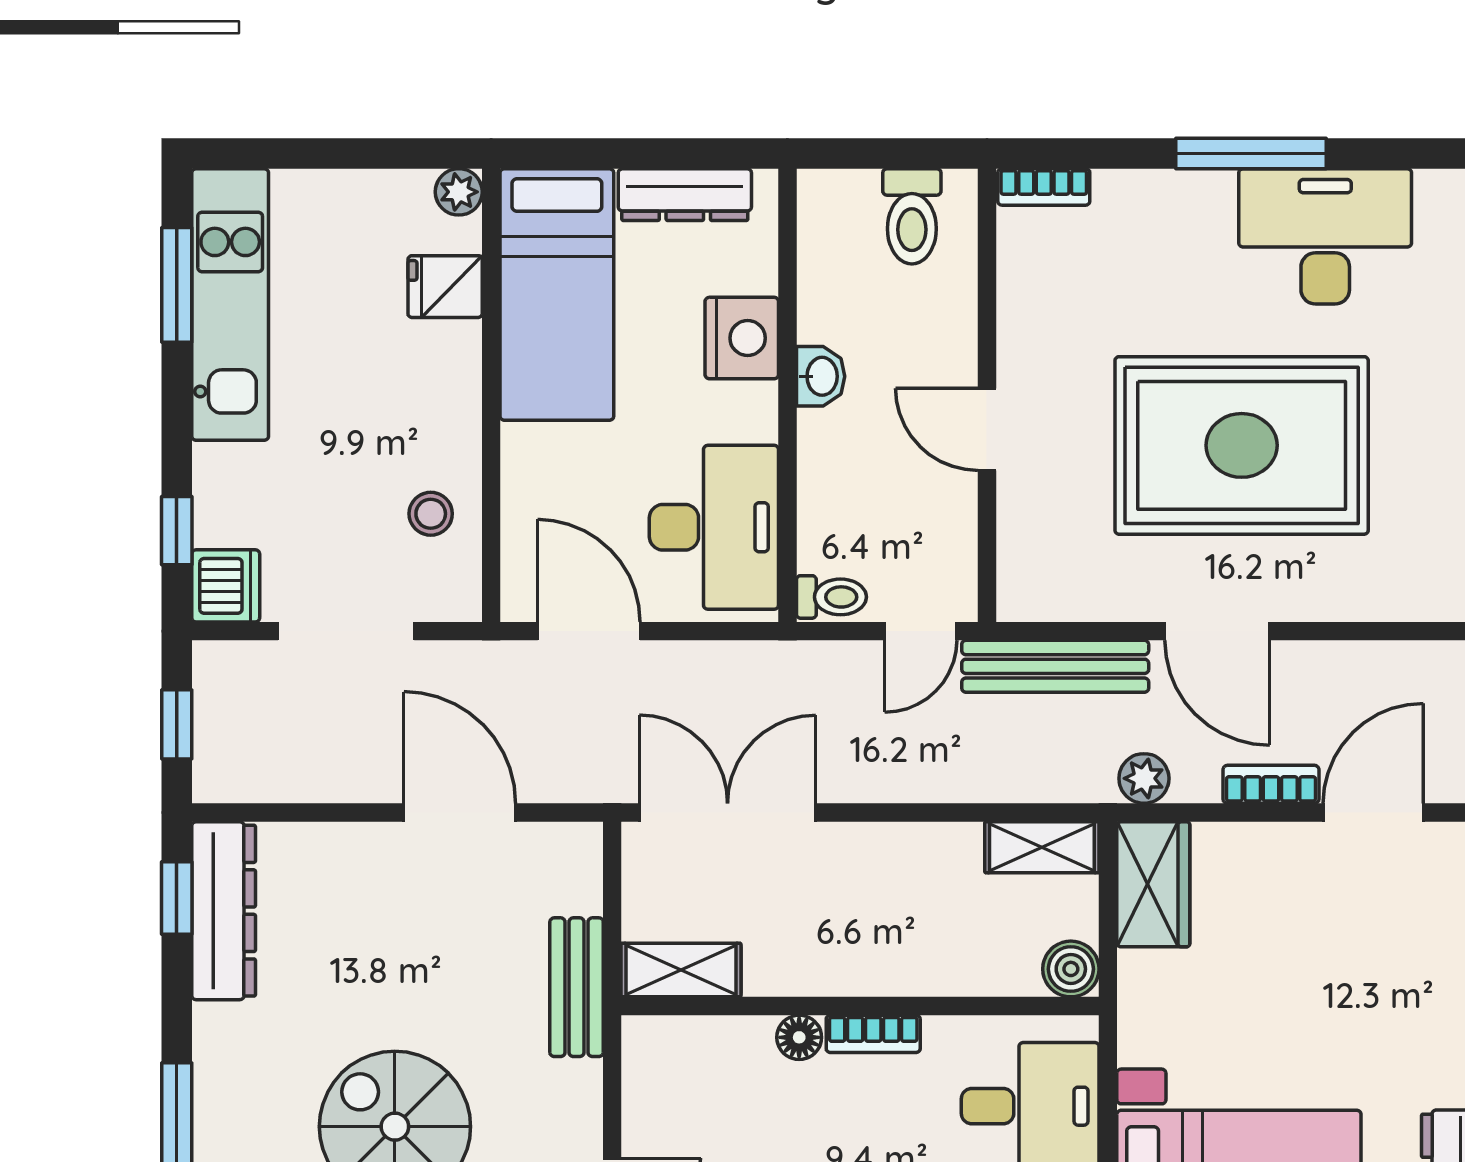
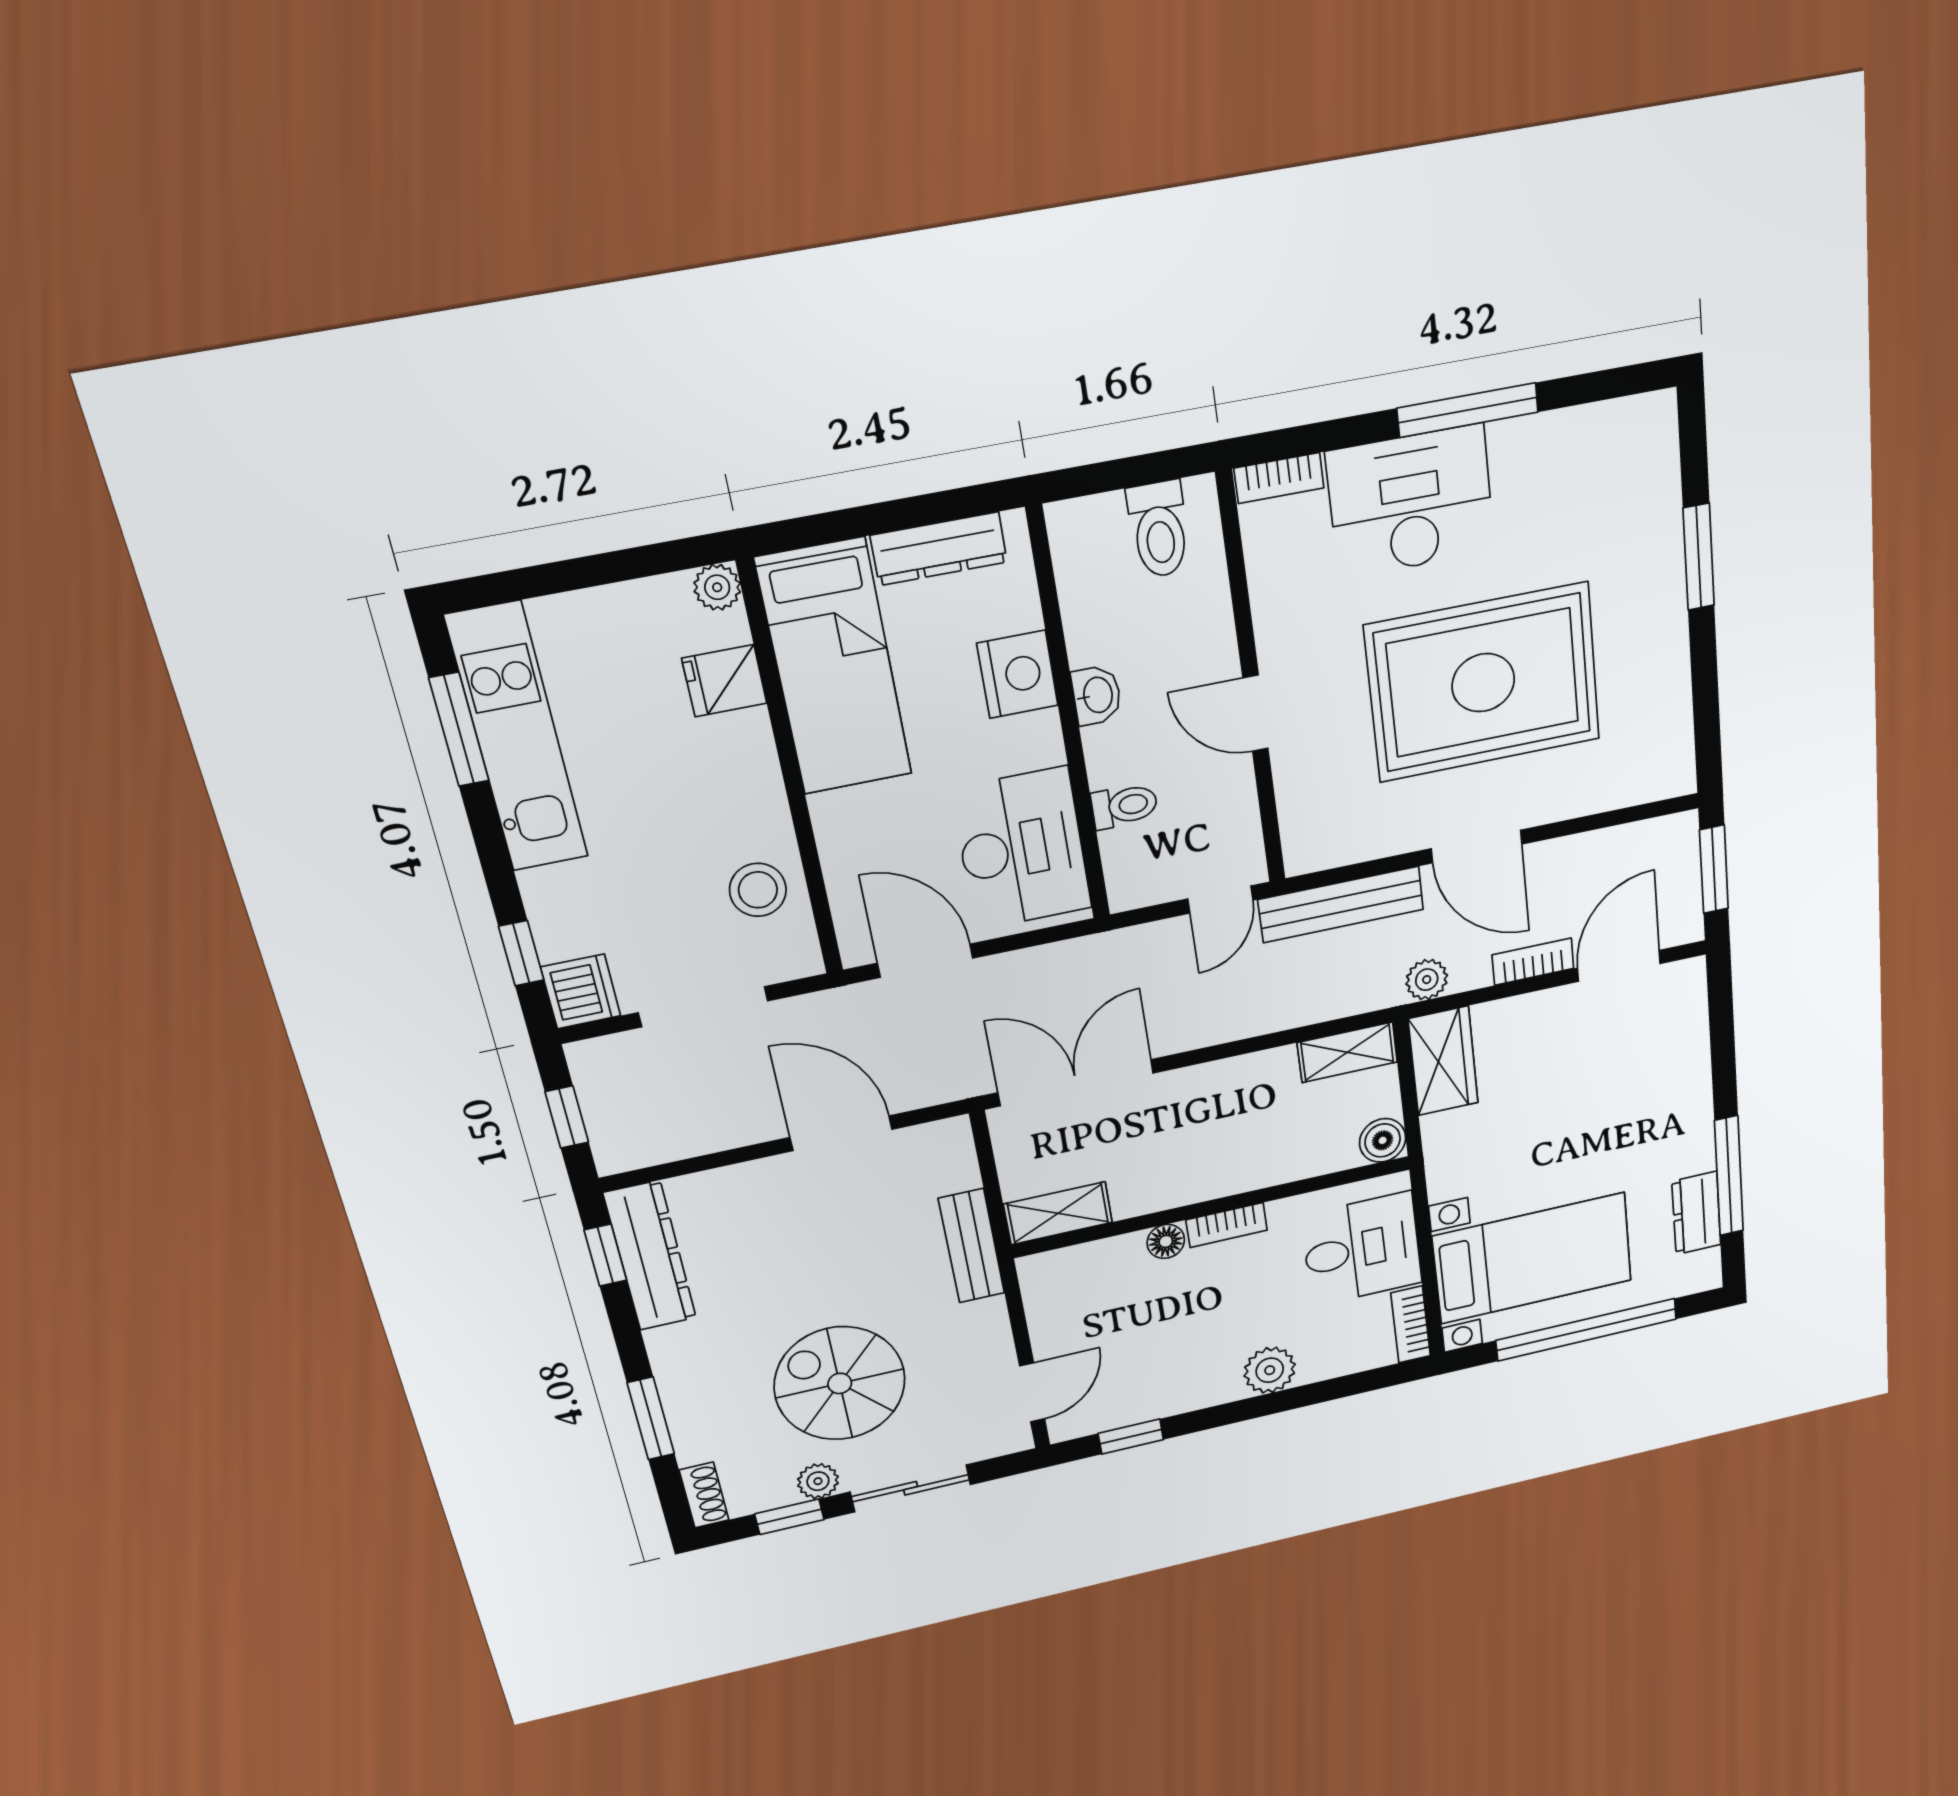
desk: (1325, 236) -> (1411, 502), moved
stool: (431, 514) -> (758, 890), width x1.37, depth x1.37
toilet: (831, 597) -> (1124, 806), moved

